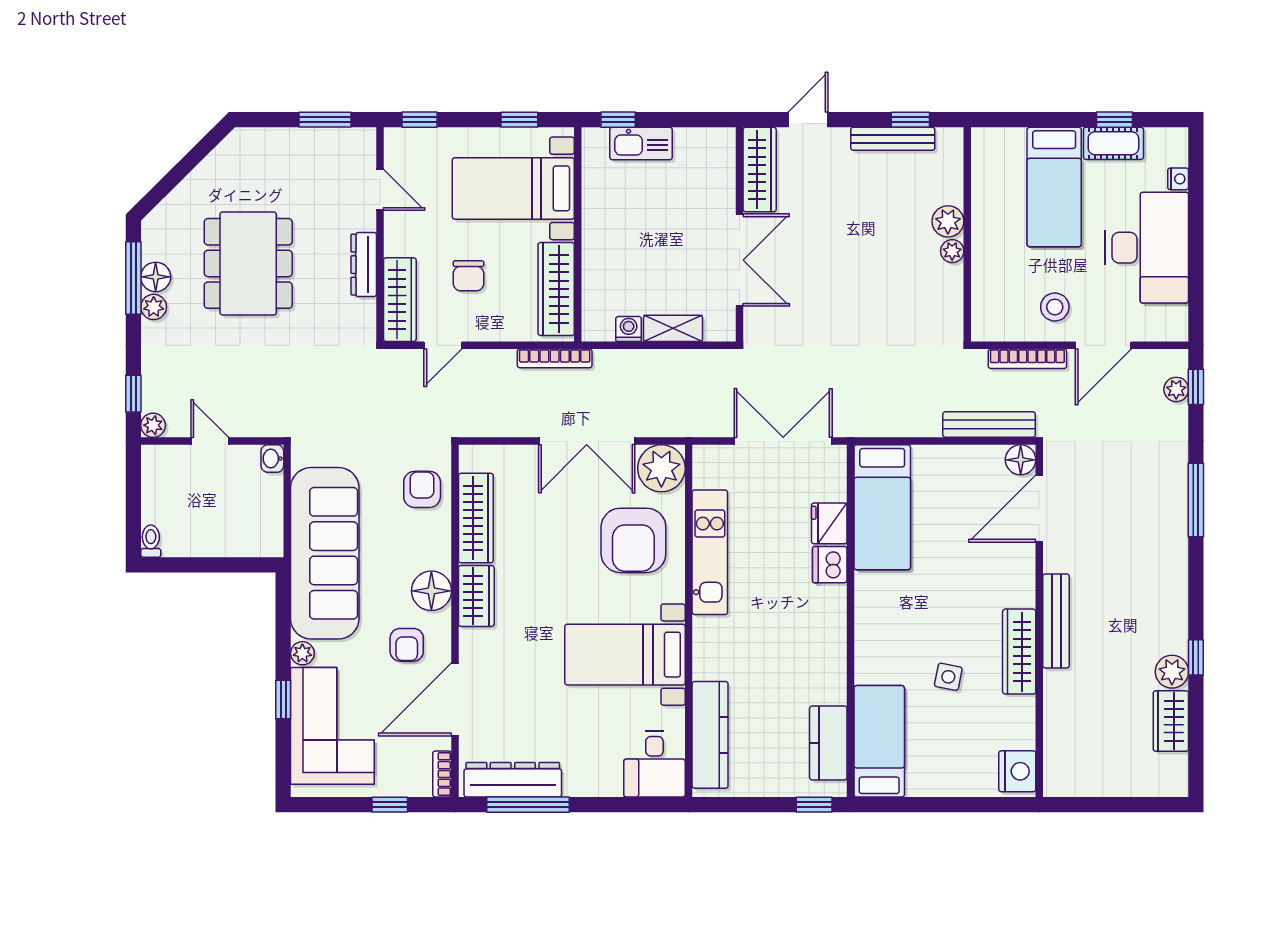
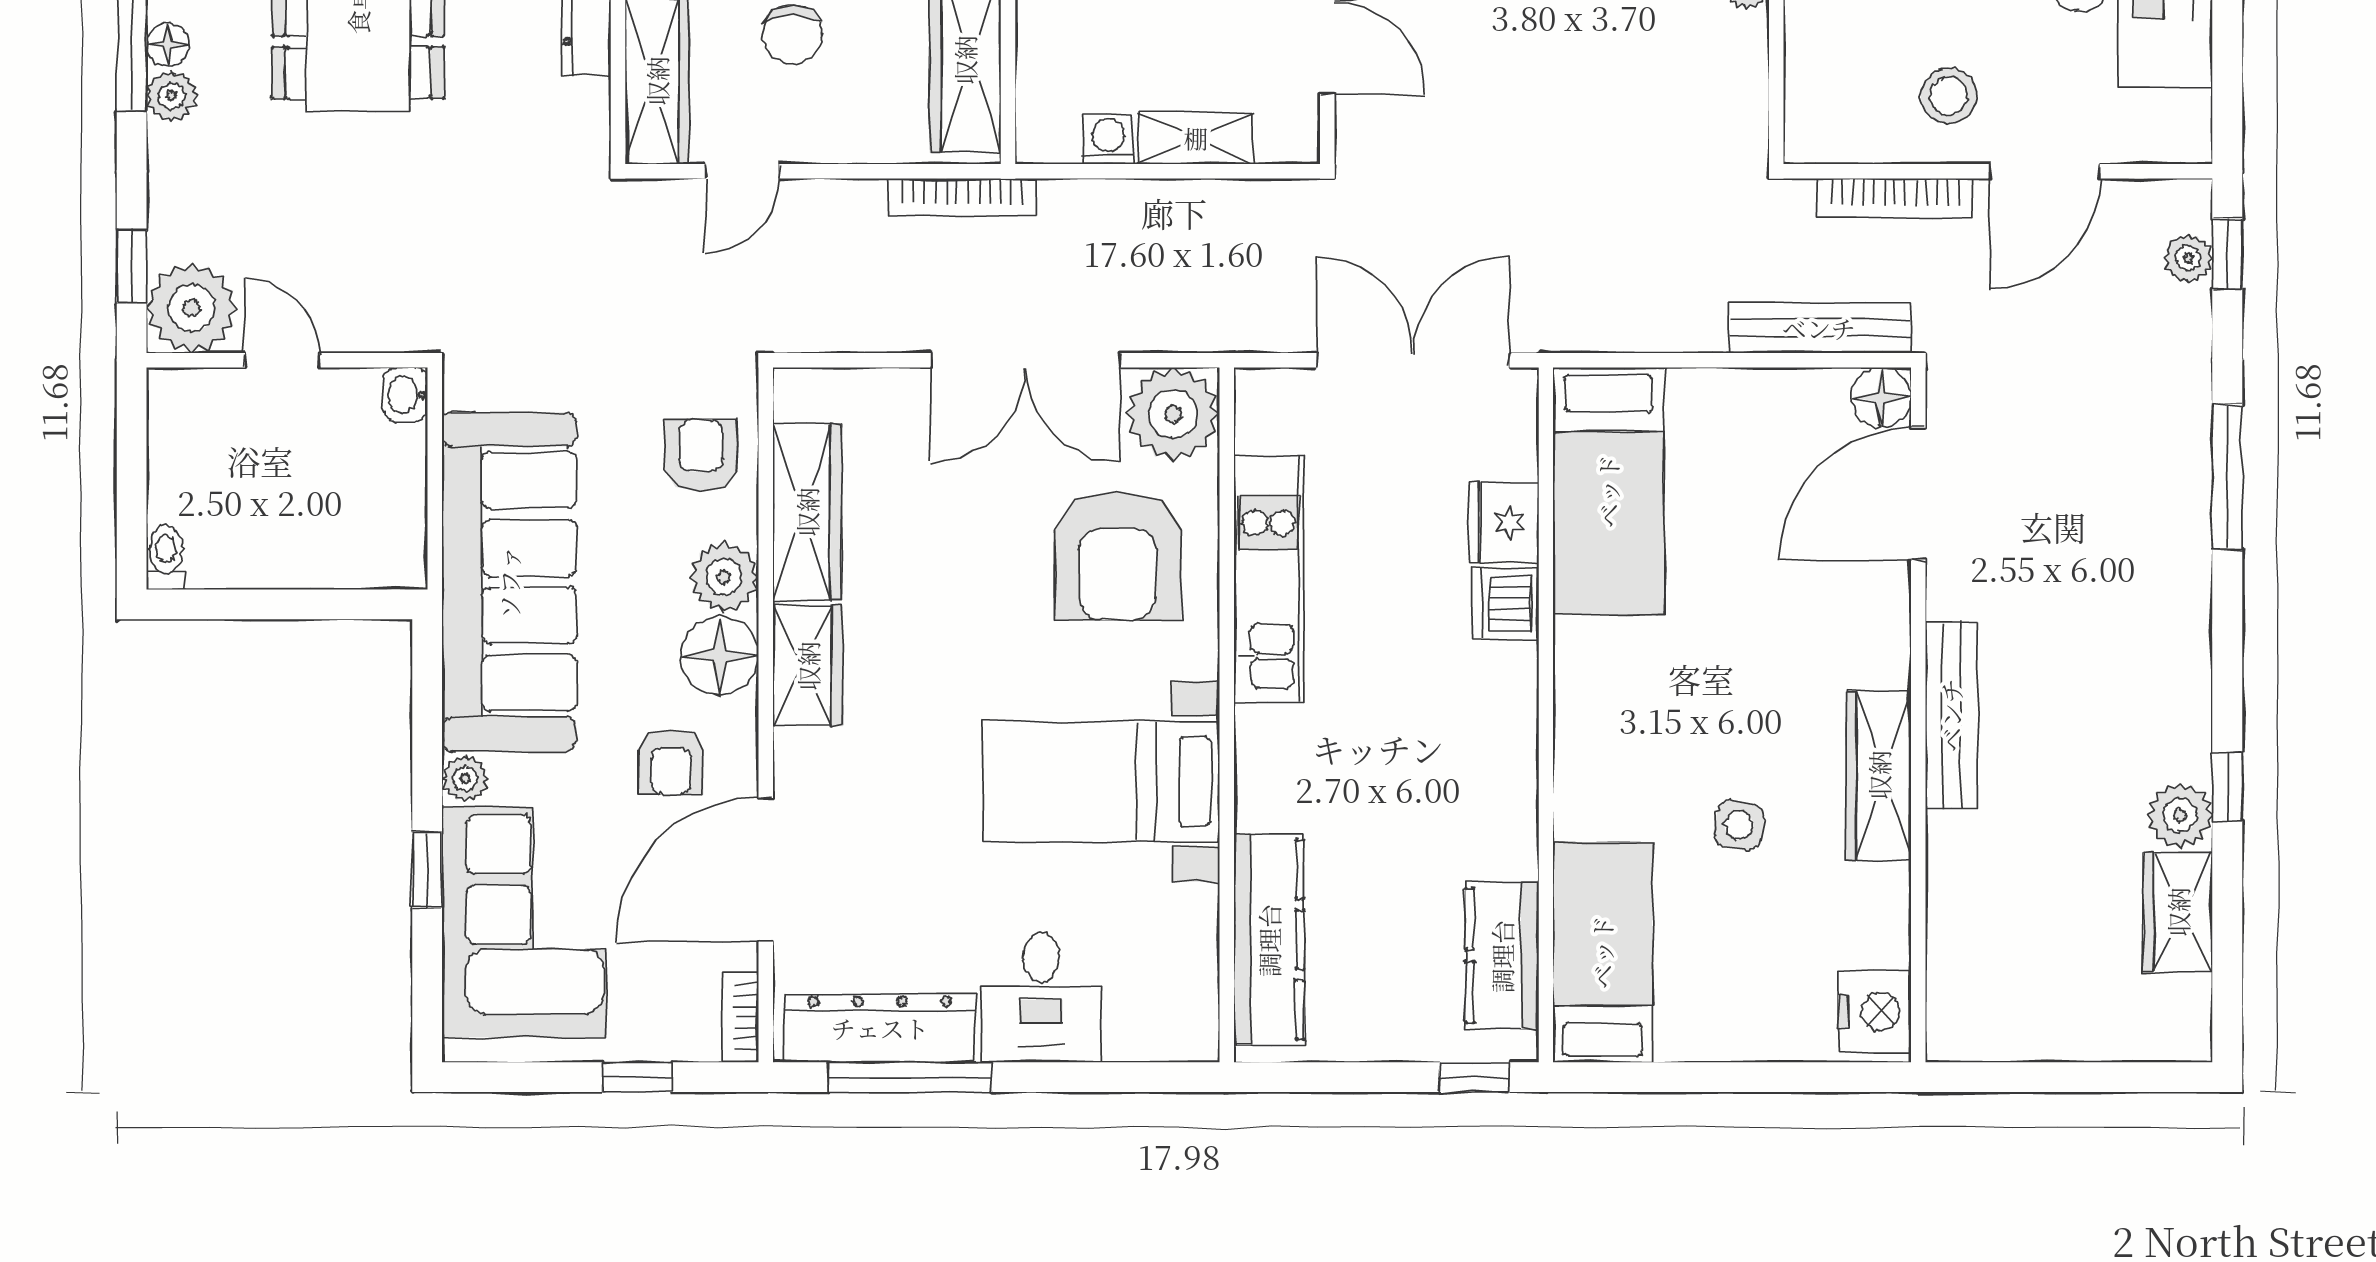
floor lamp: (156, 277) -> (168, 45), width x0.73, depth x0.73
plant: (153, 425) -> (192, 308), width x1.88, depth x1.88
plant: (434, 551) -> (724, 577), added
desk: (654, 764) -> (1041, 997), moved

